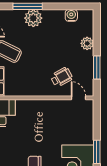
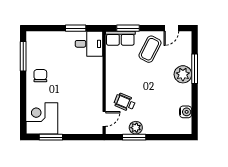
plant: (87, 43) -> (136, 128), moved
wheelchair: (62, 77) -> (125, 102), turned 142

